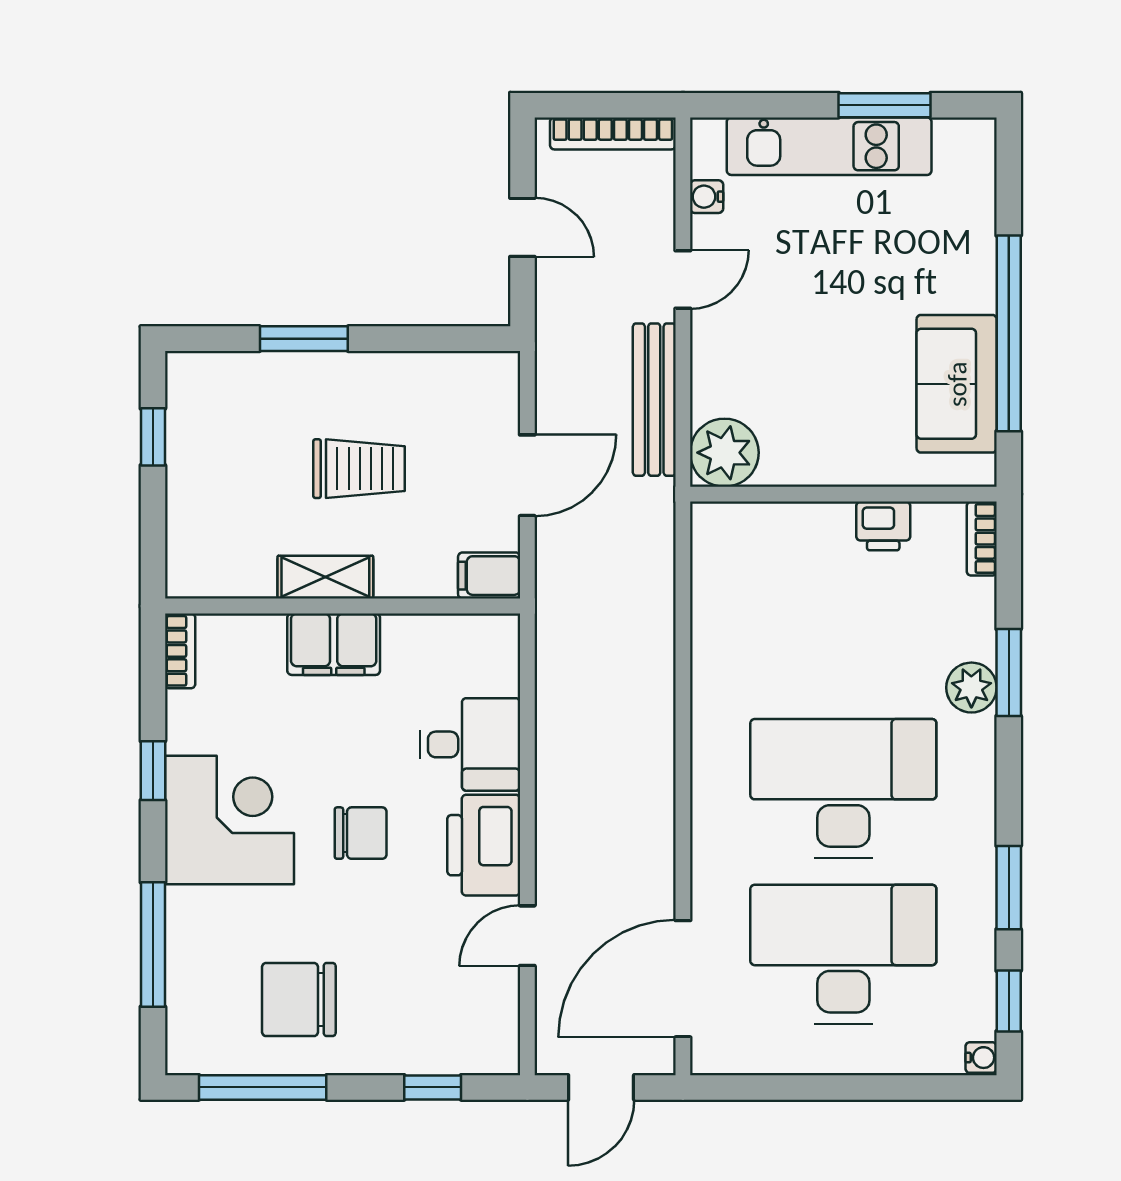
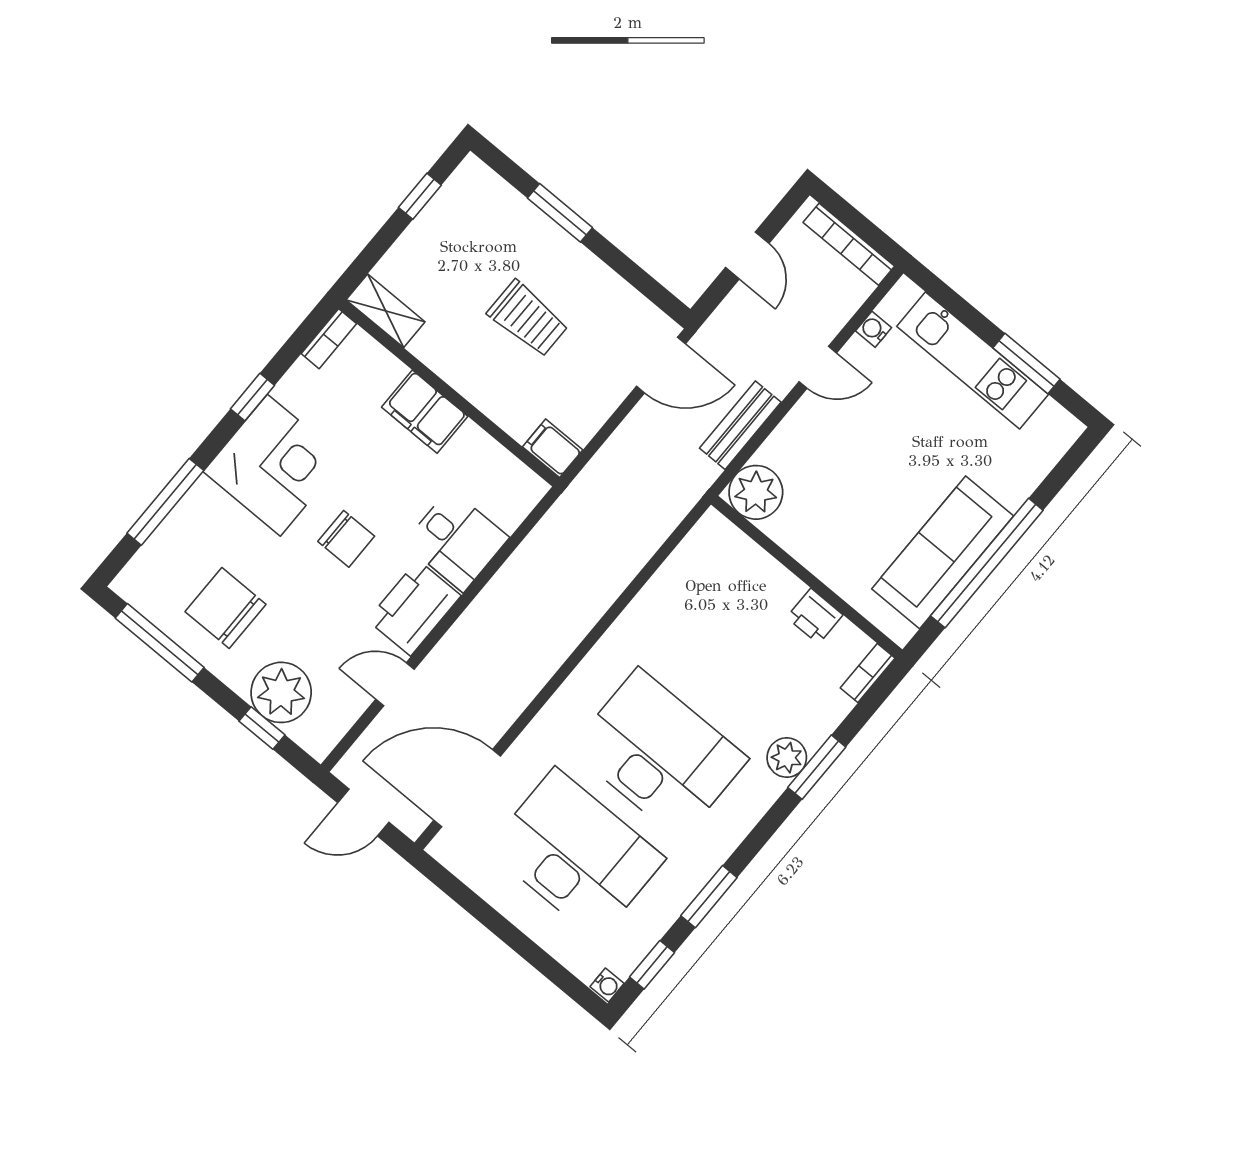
sofa: (957, 384) -> (943, 552), width x1.36
bench: (654, 400) -> (740, 425), width x0.73
door: (527, 475) -> (661, 365), moved
shelving: (325, 577) -> (386, 311), moved
plant: (422, 1037) -> (281, 692), added

